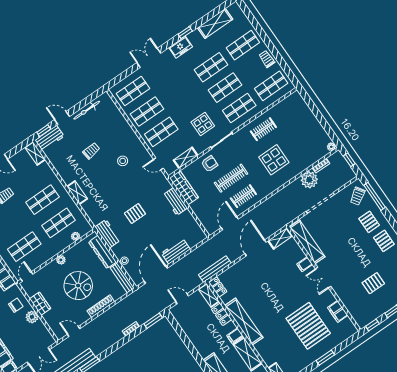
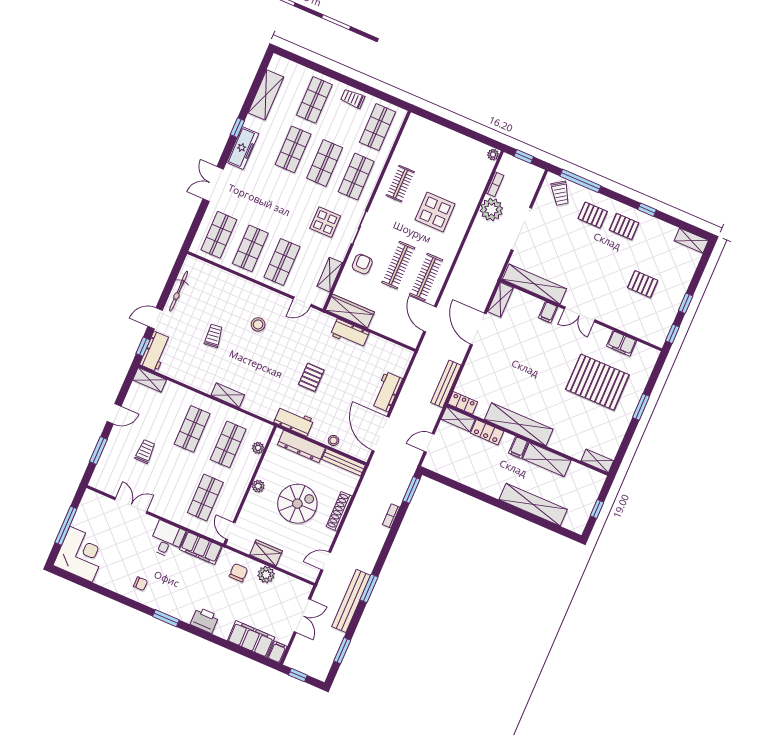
freezer: (181, 47) -> (243, 148), width x1.40
clothes rail: (243, 196) -> (426, 277), width x1.36
pallet: (373, 283) -> (643, 284), turned 90

